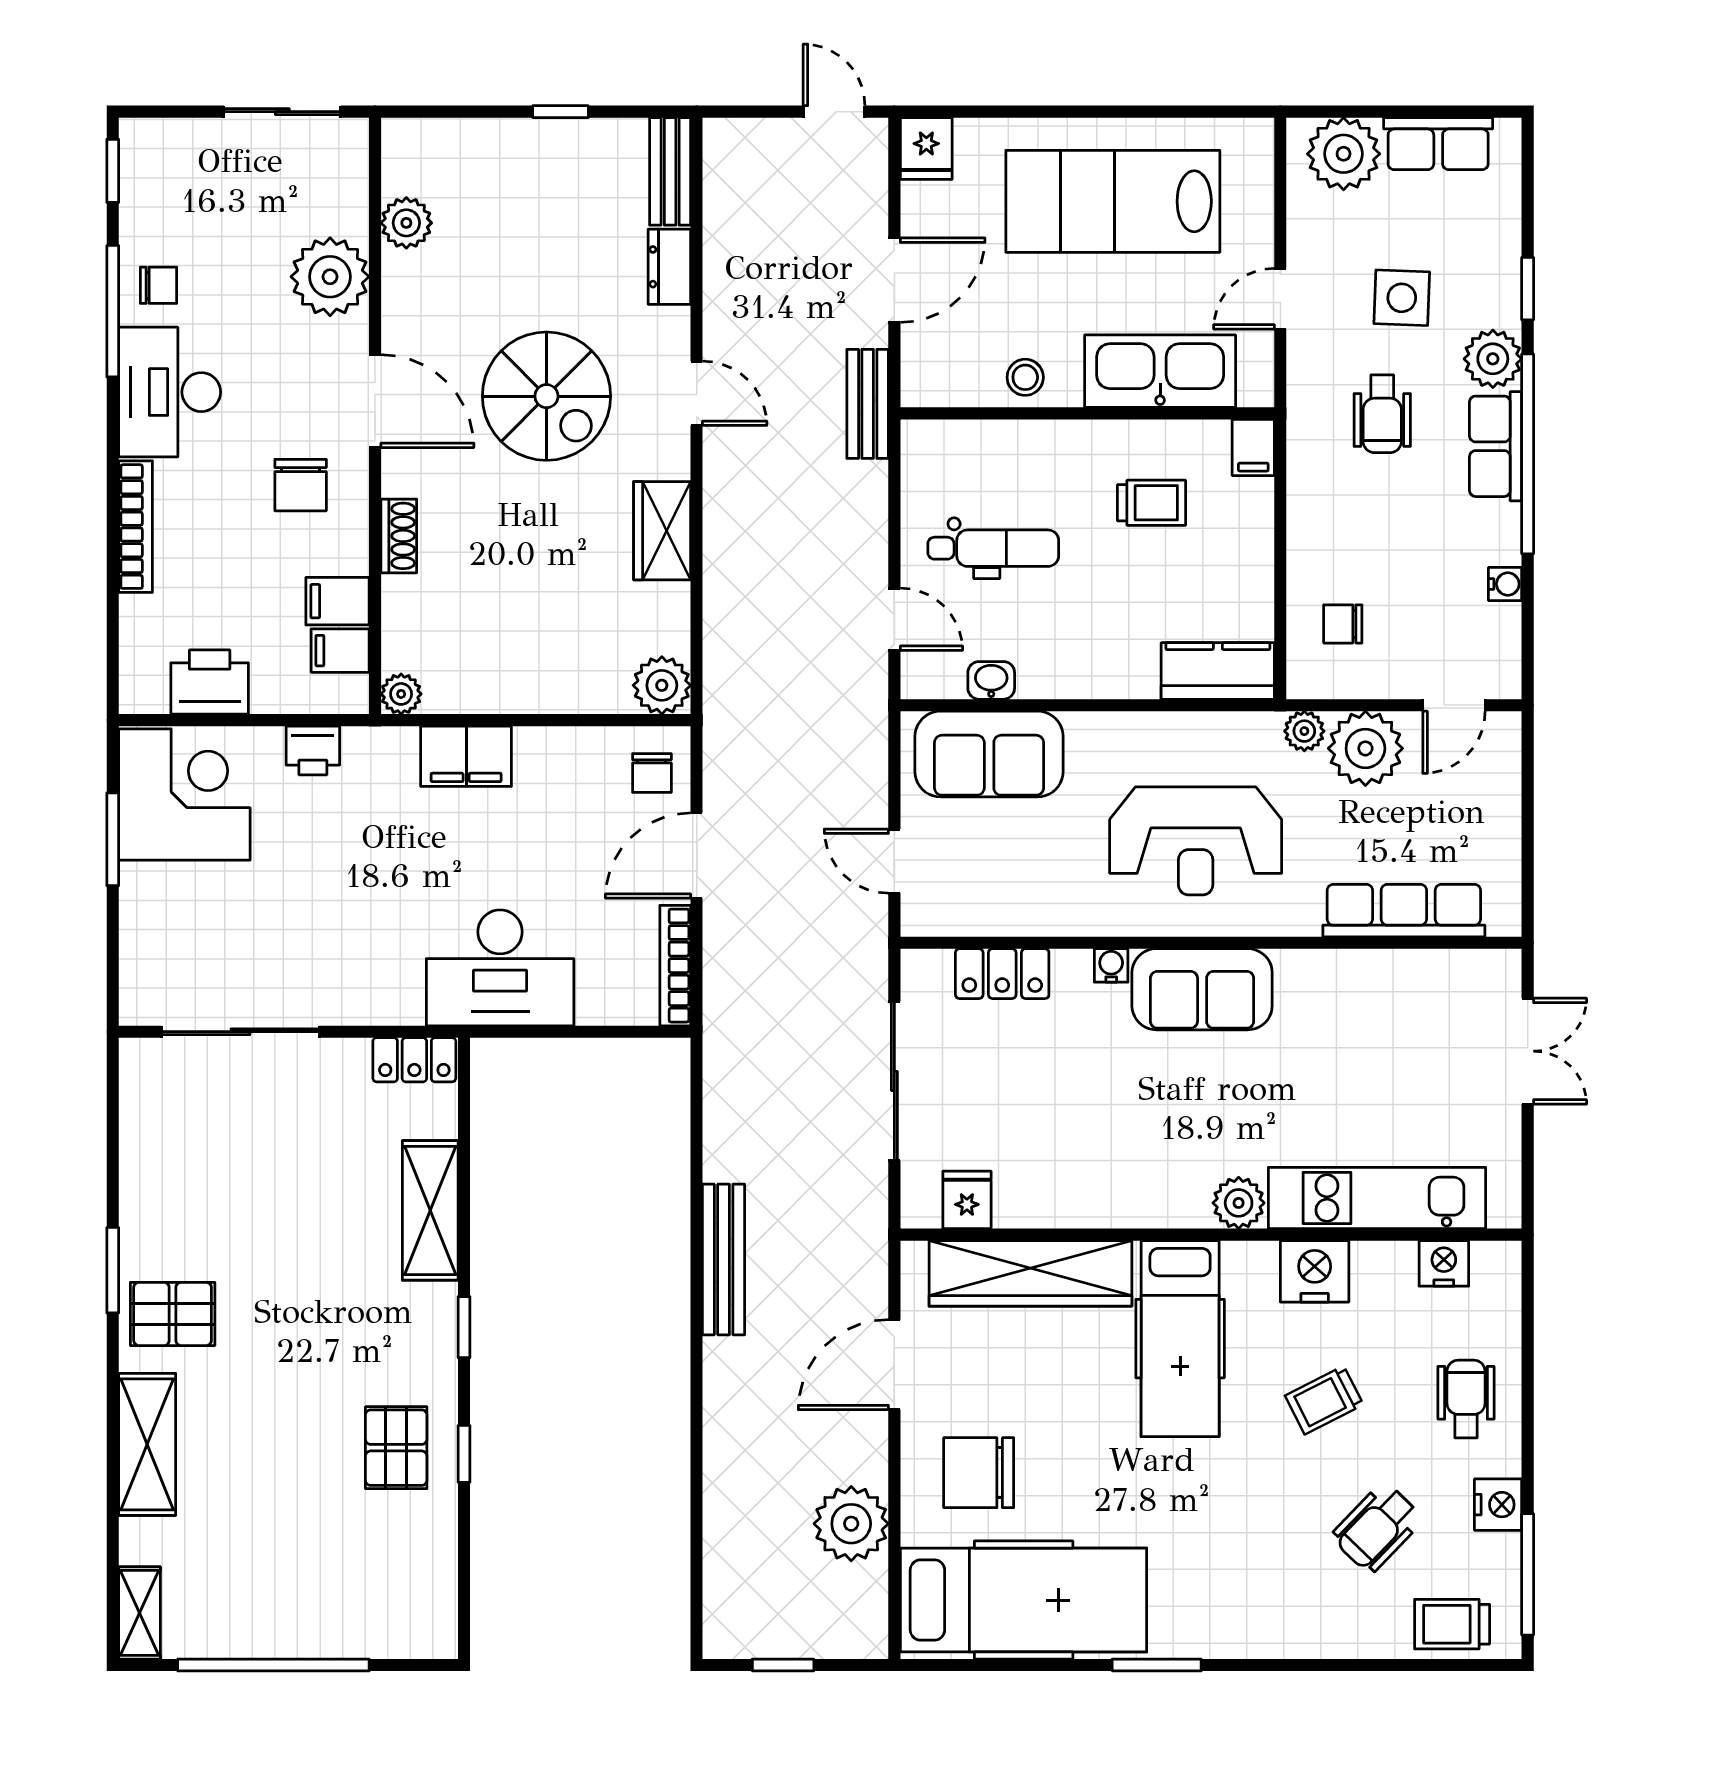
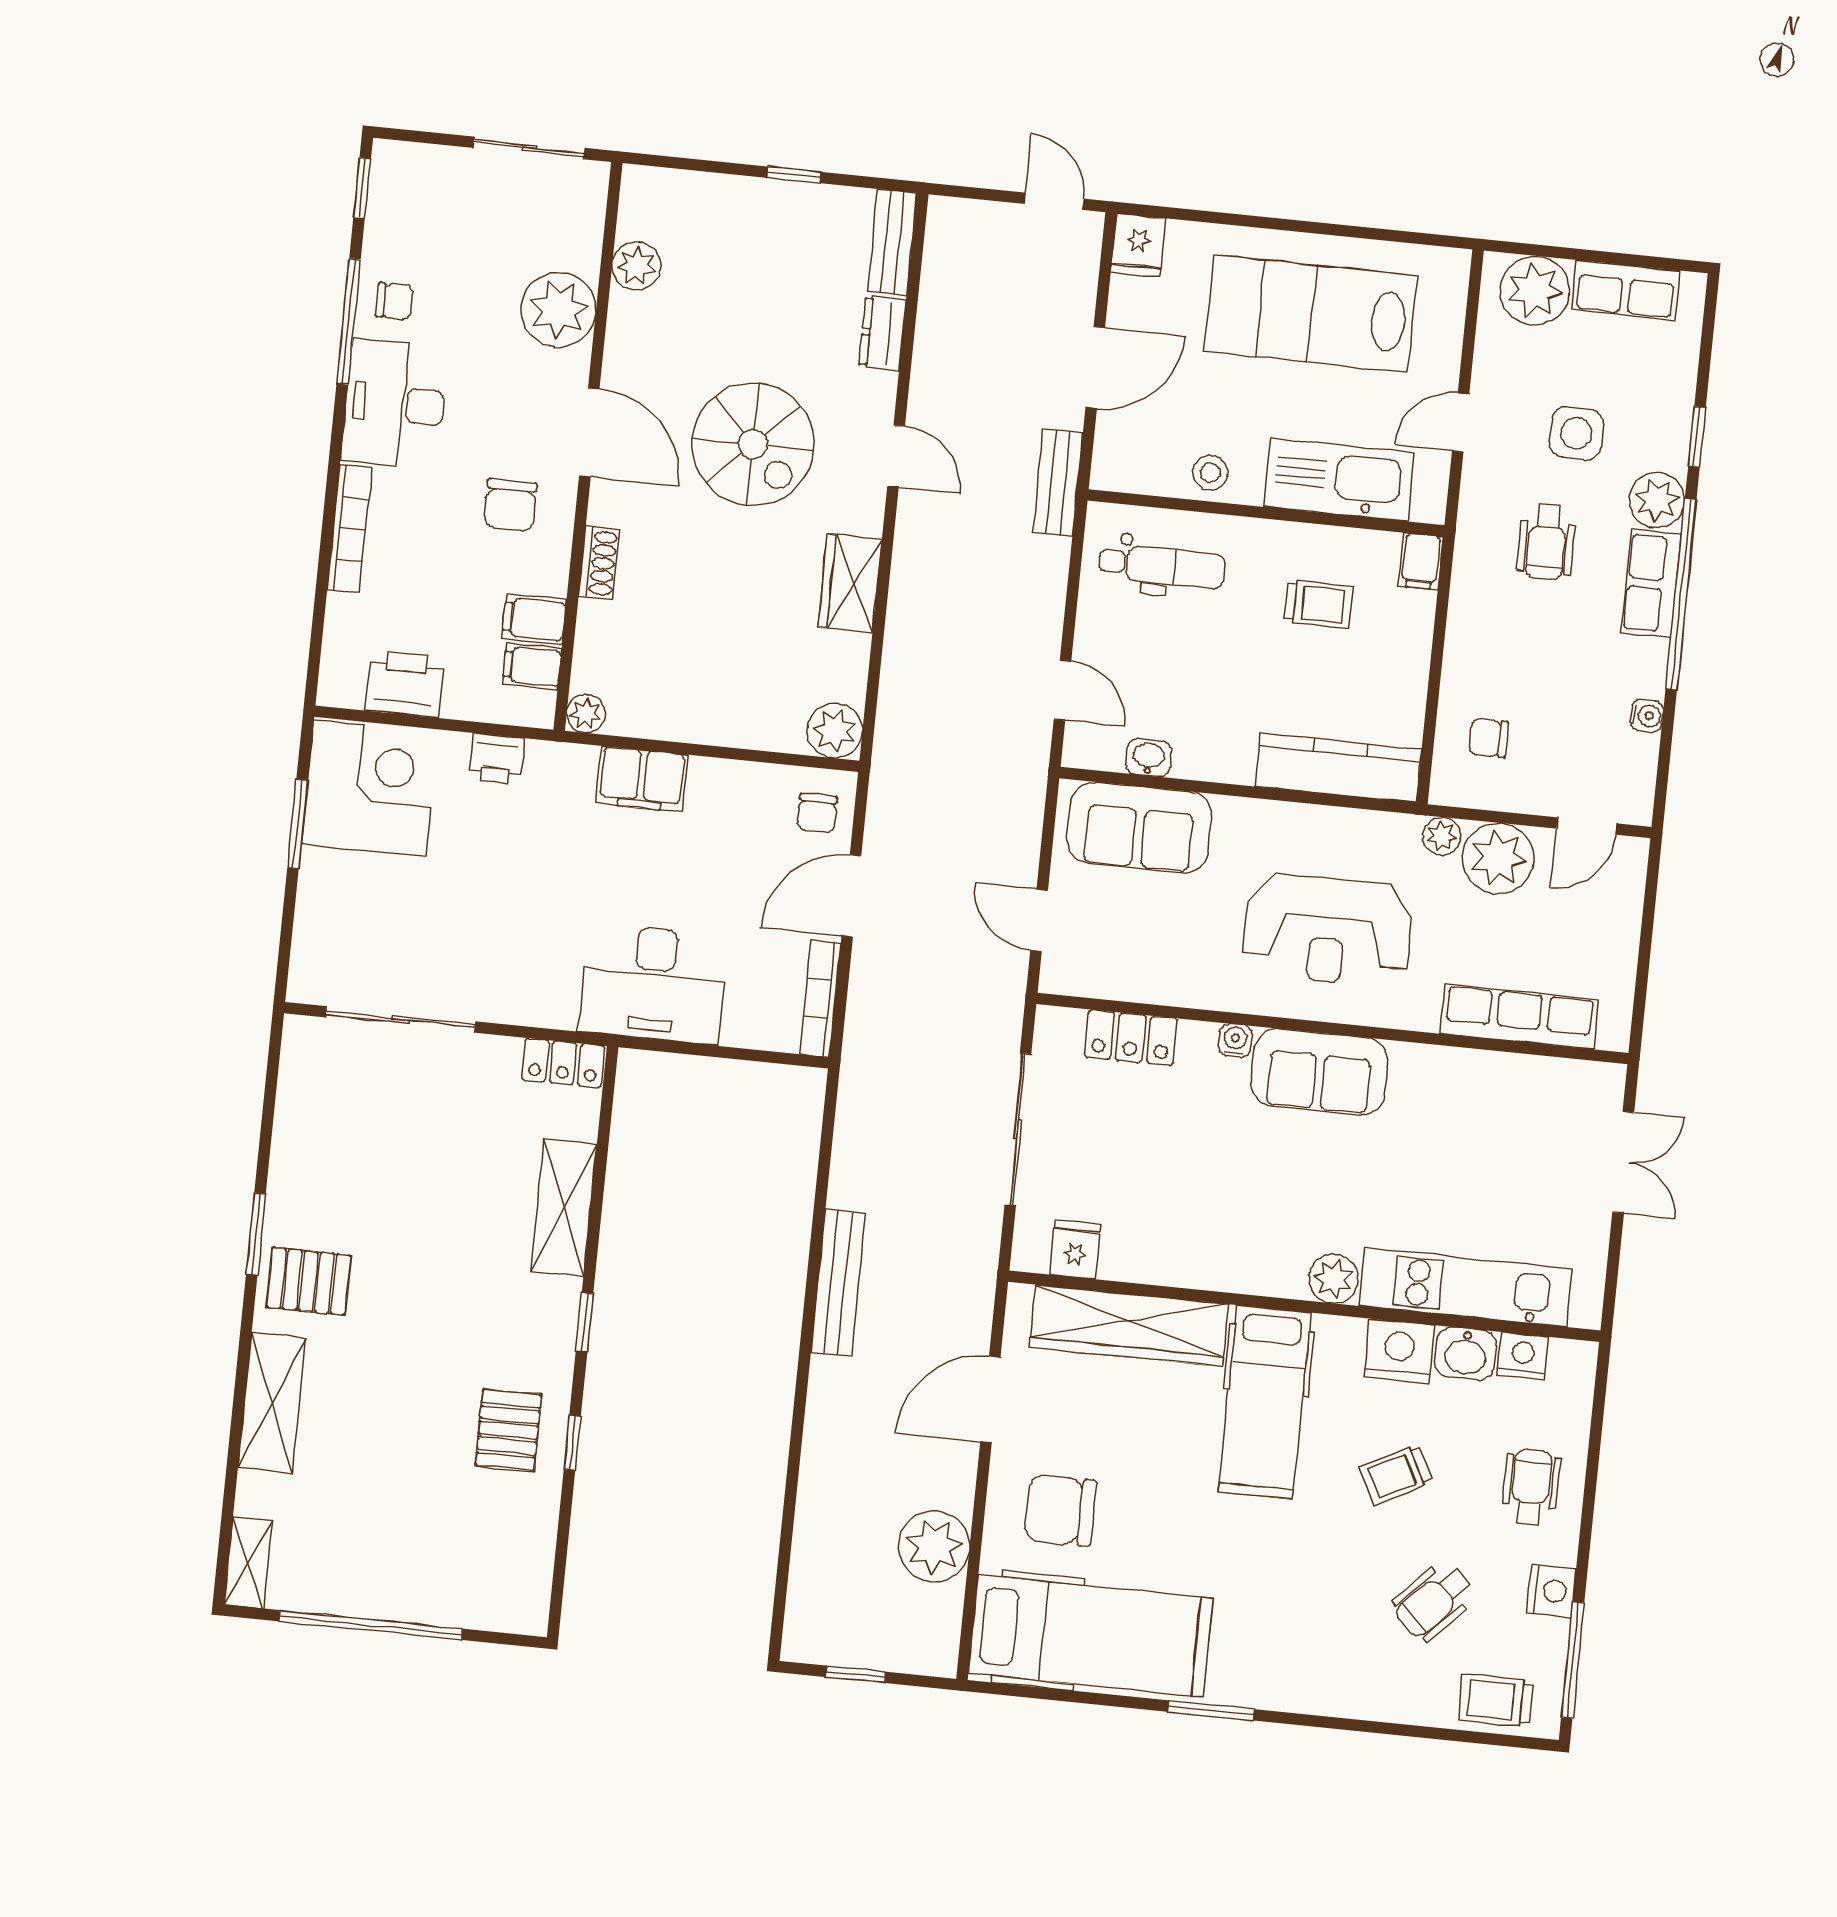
dental chair: (993, 548) -> (1162, 566), moved
kitchen counter: (1218, 671) -> (1338, 768), width x1.50
washbasin: (1384, 1267) -> (1466, 1354), added

